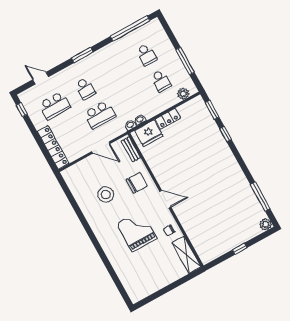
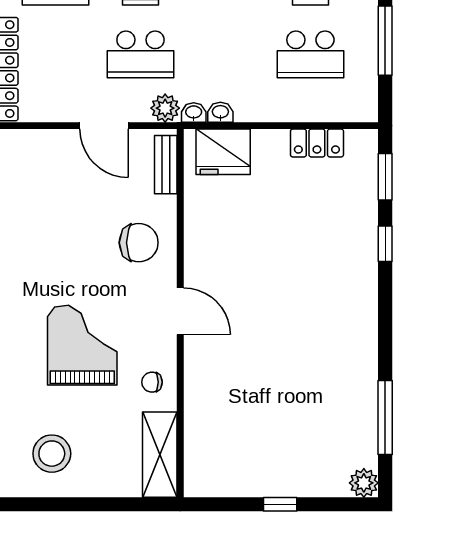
school desk: (161, 81) -> (310, 54), width x1.85
plant: (183, 94) -> (165, 108), moved
locker: (168, 119) -> (317, 143), moved
stool: (106, 195) -> (52, 454), moved

